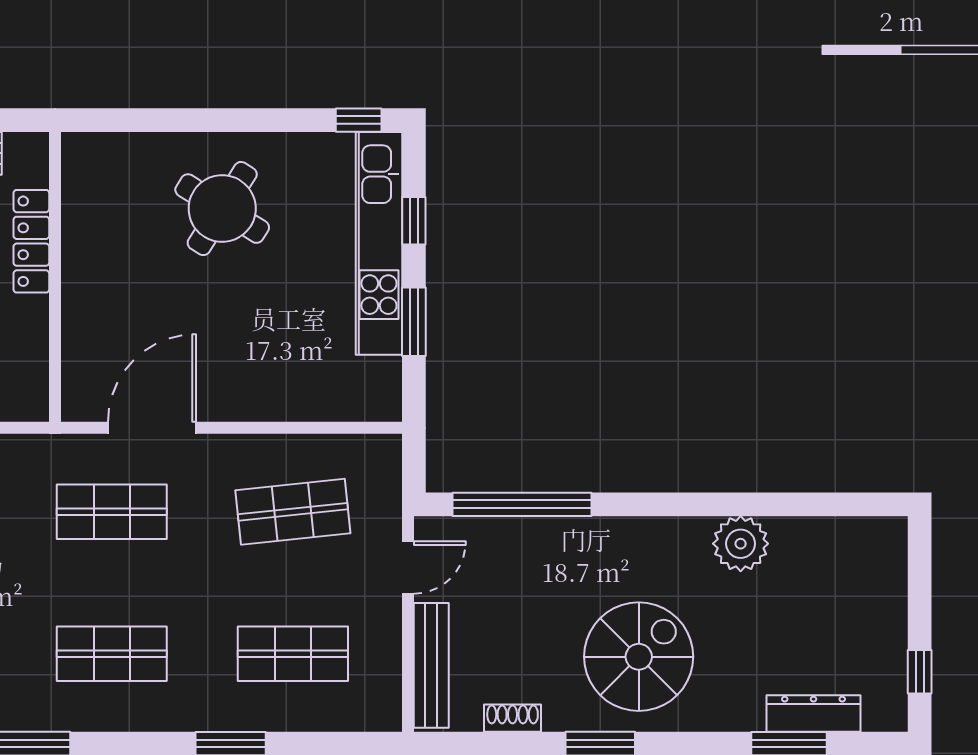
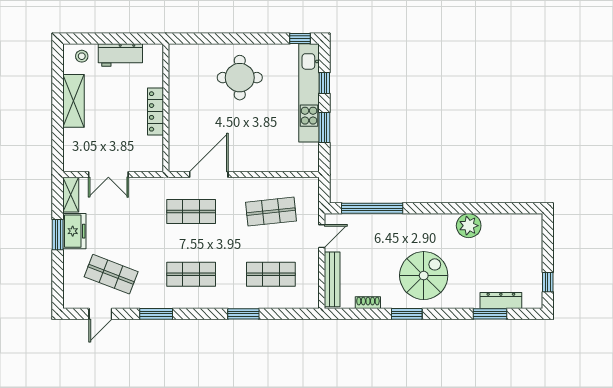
round table: (222, 209) -> (240, 78), turned -32
locker: (31, 241) -> (155, 111), moved

